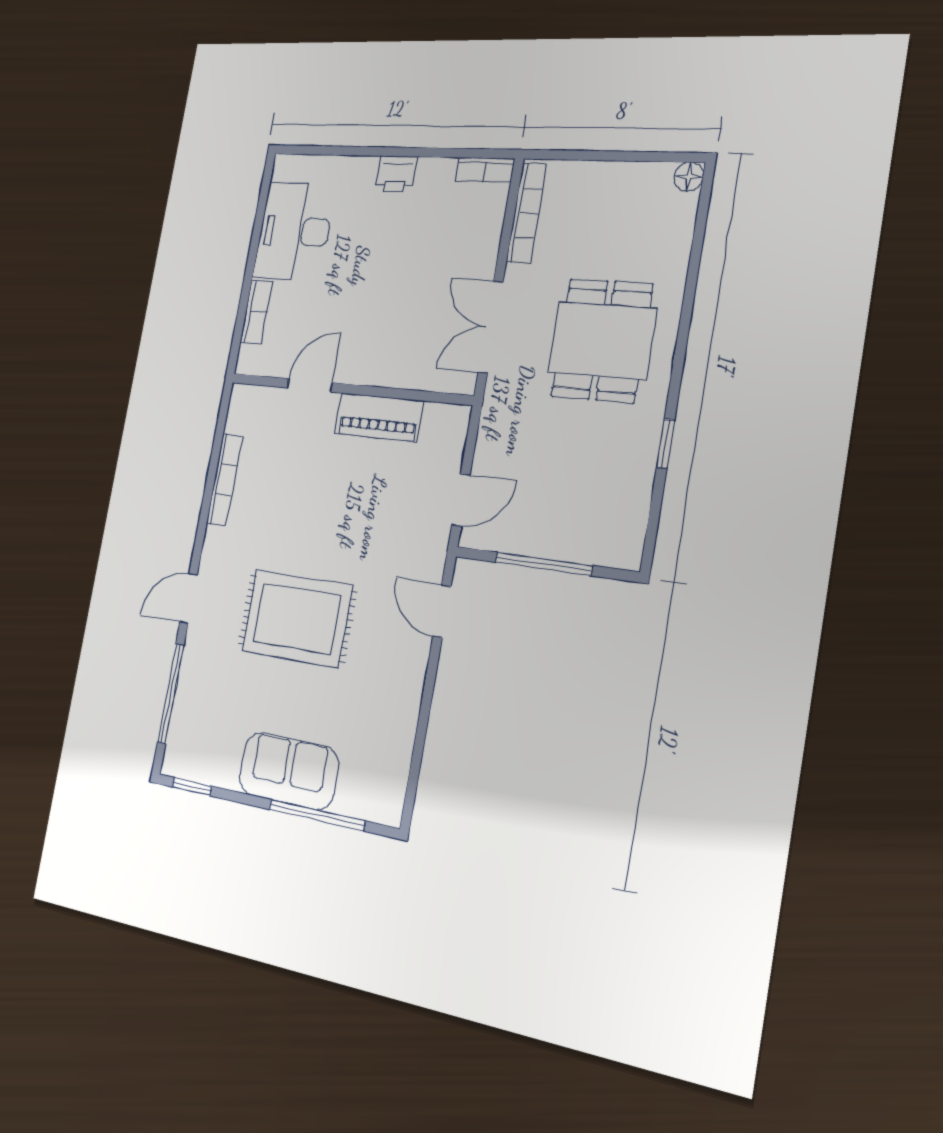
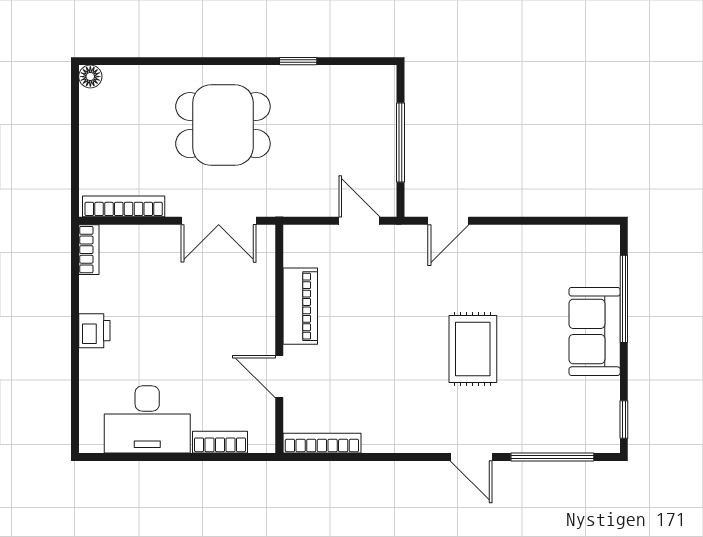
bookcase: (224, 479) -> (322, 443), moved
rug: (297, 619) -> (473, 349), width x0.73, depth x0.70

